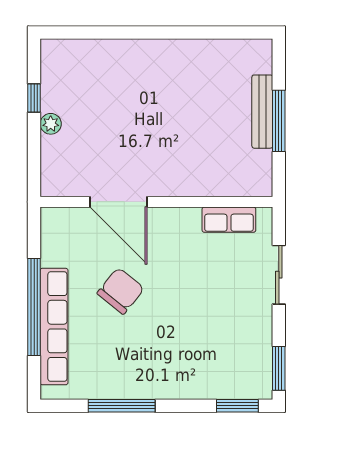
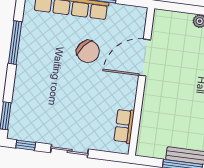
sliding door: (279, 275) -> (70, 151), moved
window: (279, 368) -> (26, 145), width x0.67

